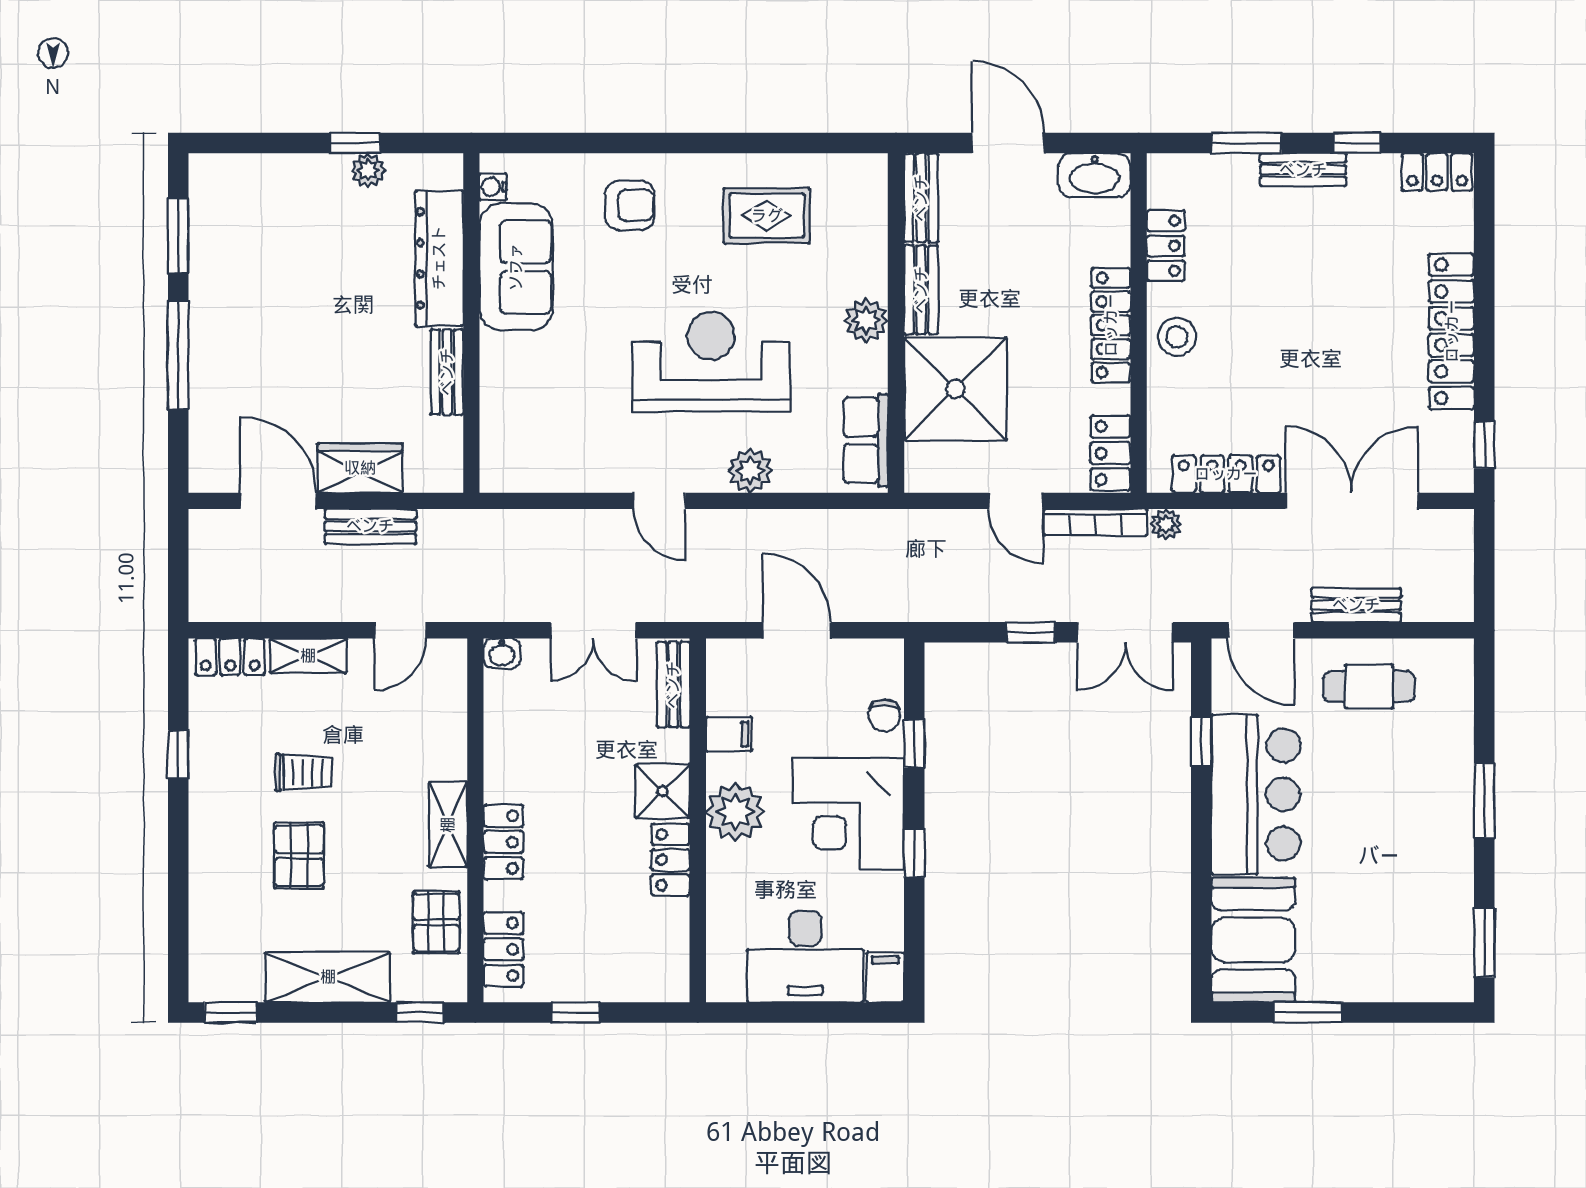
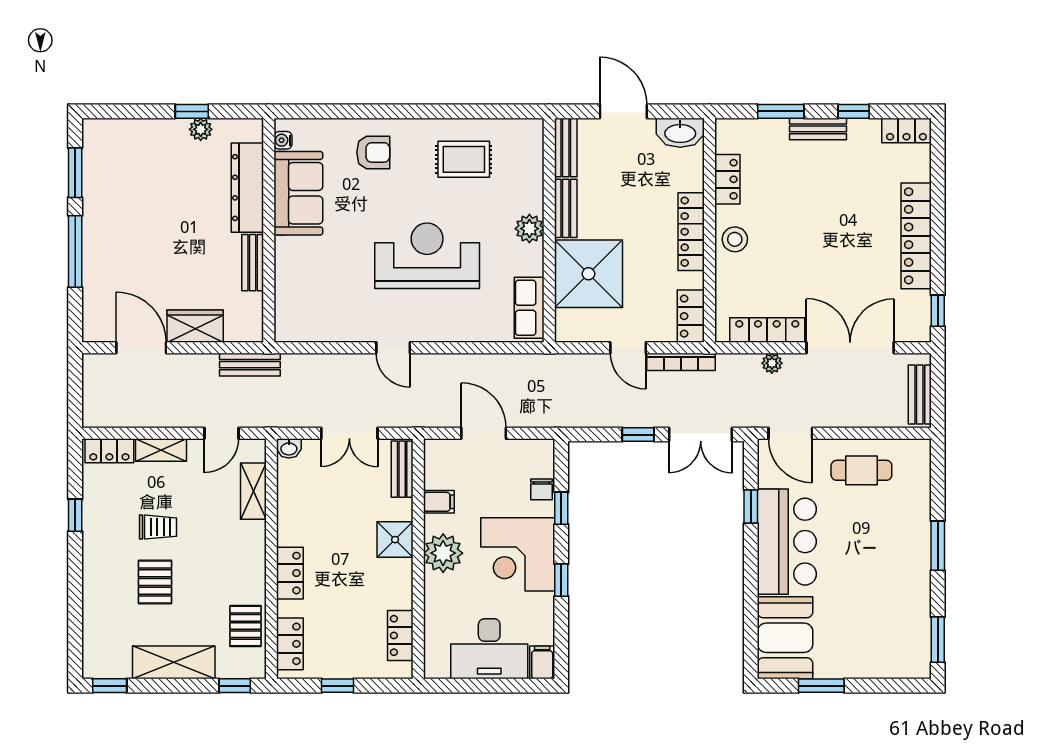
plant: (750, 471) -> (453, 328), removed
plant: (1166, 524) -> (772, 363), moved
bench: (370, 526) -> (250, 365), moved
bench: (1356, 605) -> (920, 395), moved, turned 90
shelving: (448, 825) -> (253, 491), moved
locker: (670, 860) -> (400, 635), moved

